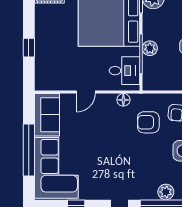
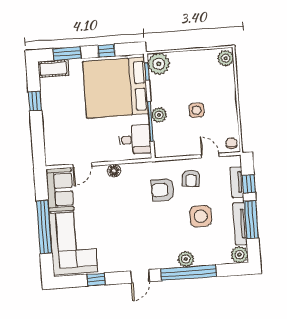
window: (29, 48) -> (35, 101), moved
door: (86, 92) -> (82, 165), moved
floor lamp: (123, 100) -> (114, 171), moved

